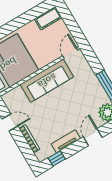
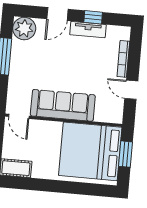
door: (70, 53) -> (19, 116), hinge flipped
window: (57, 159) -> (93, 17), moved

